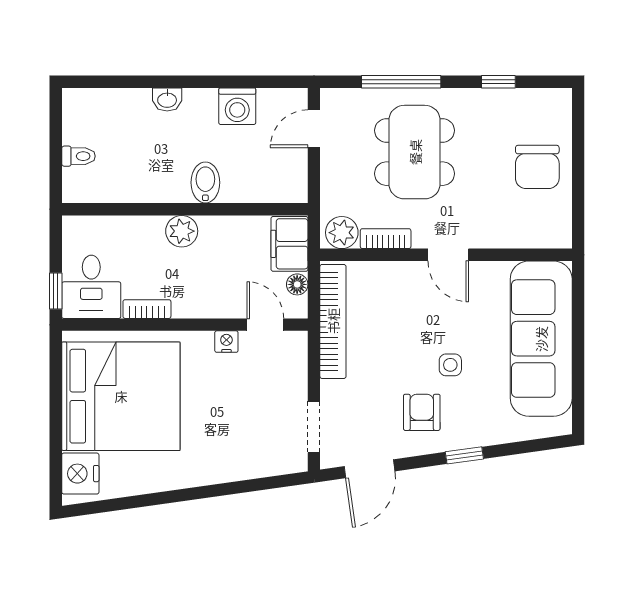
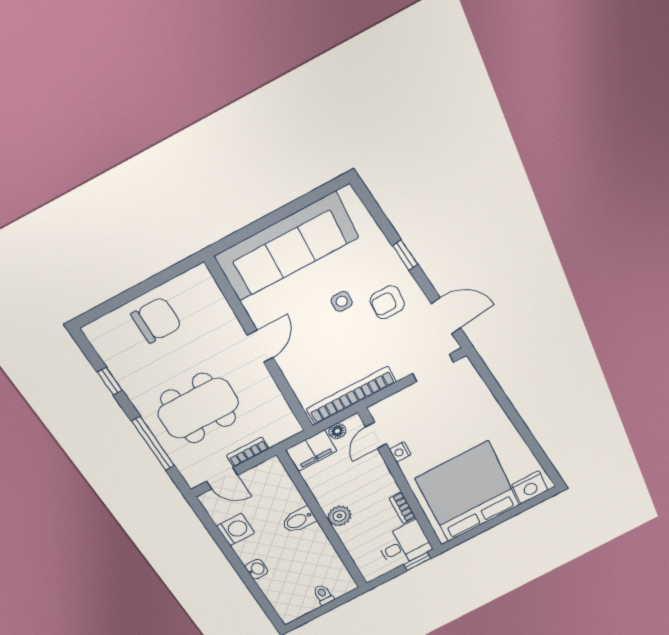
plant: (342, 233) -> (285, 423), removed
bookcase: (386, 239) -> (248, 452), moved, turned 90

